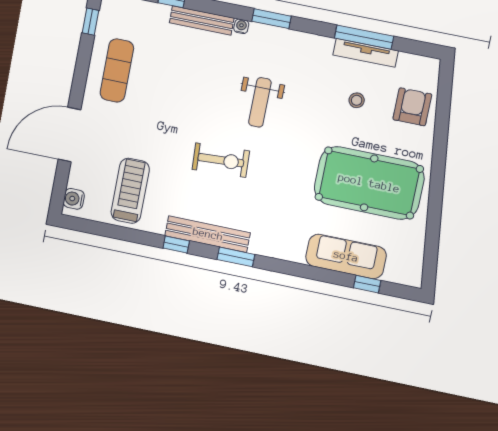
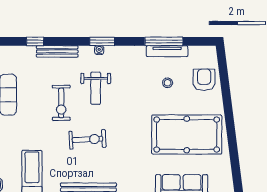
water cooler: (241, 26) -> (99, 50), moved
exercise bike: (193, 98) -> (61, 103), added
weight bench: (260, 102) -> (96, 88), moved

